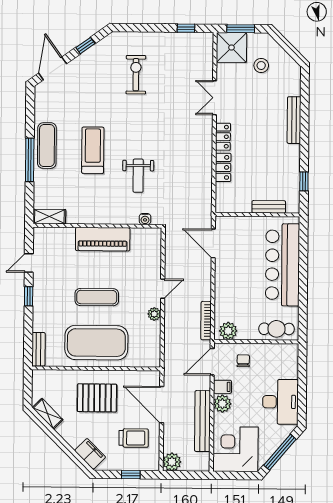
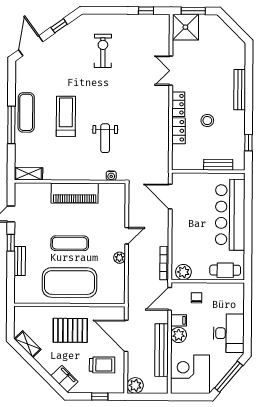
stool: (261, 66) -> (207, 121), moved
bench: (38, 349) -> (20, 261), moved

